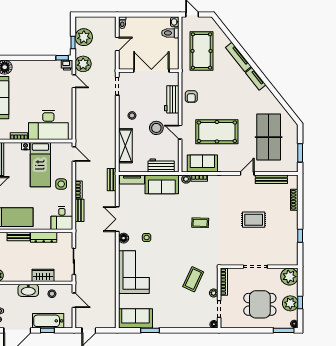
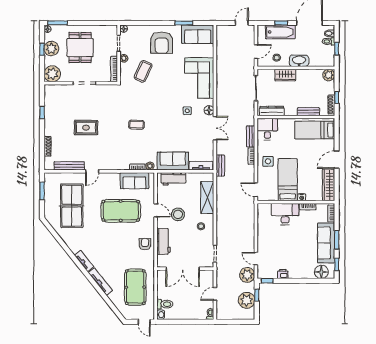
printer: (67, 65) -> (283, 274), moved
desk: (48, 125) -> (285, 214), width x0.73, depth x0.77
dresser: (44, 237) -> (272, 111), moved
door: (74, 300) -> (256, 51), swing flipped
dining table: (260, 304) -> (80, 48), turned 90
armchair: (174, 310) -> (162, 43), added

